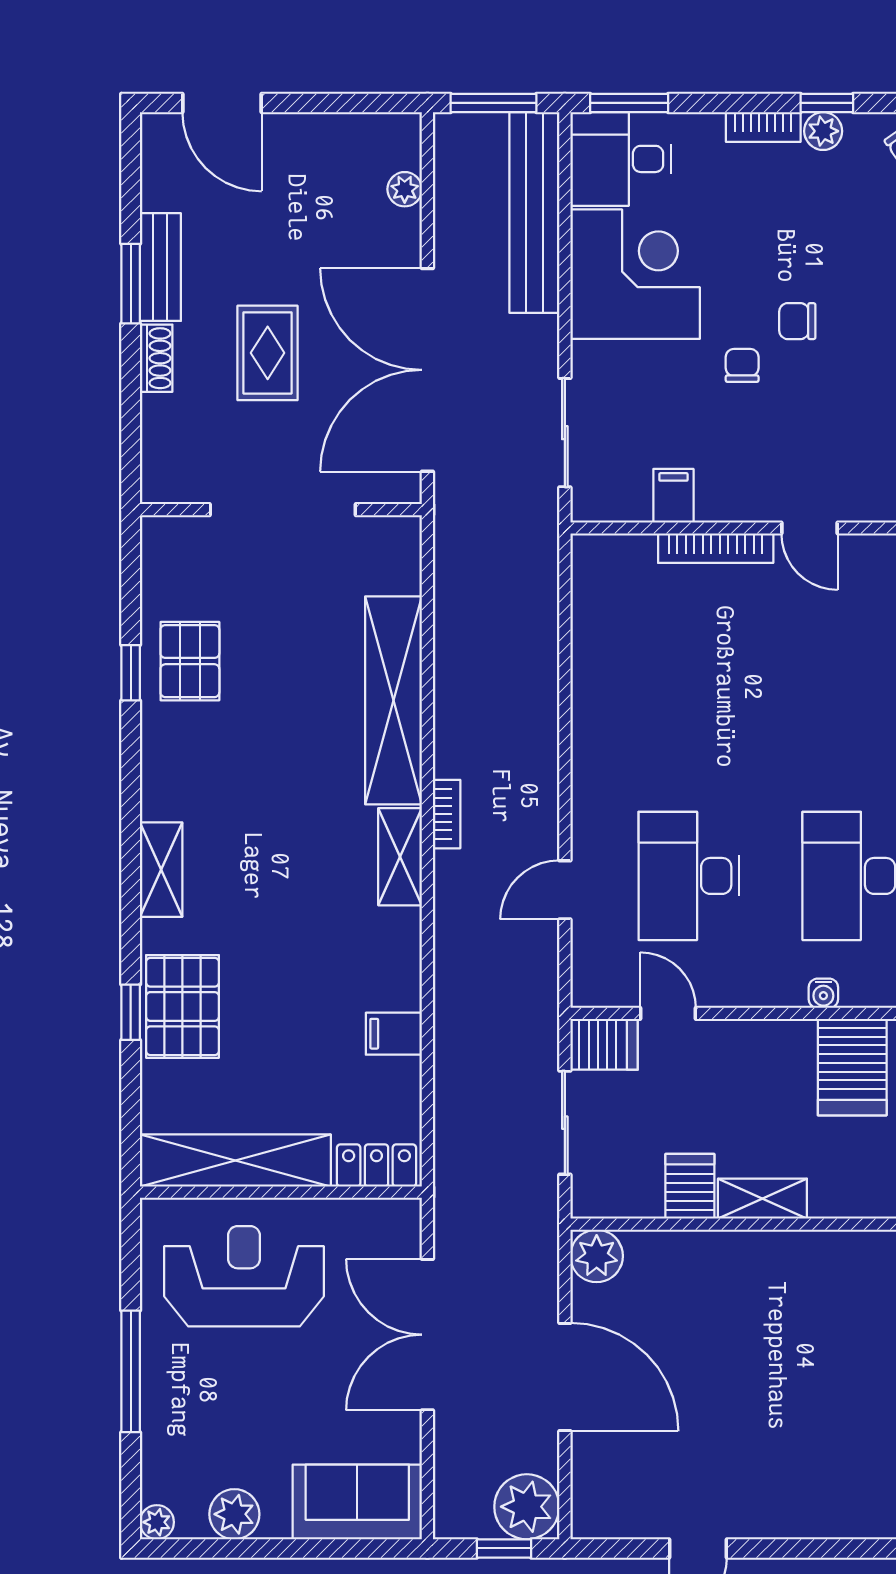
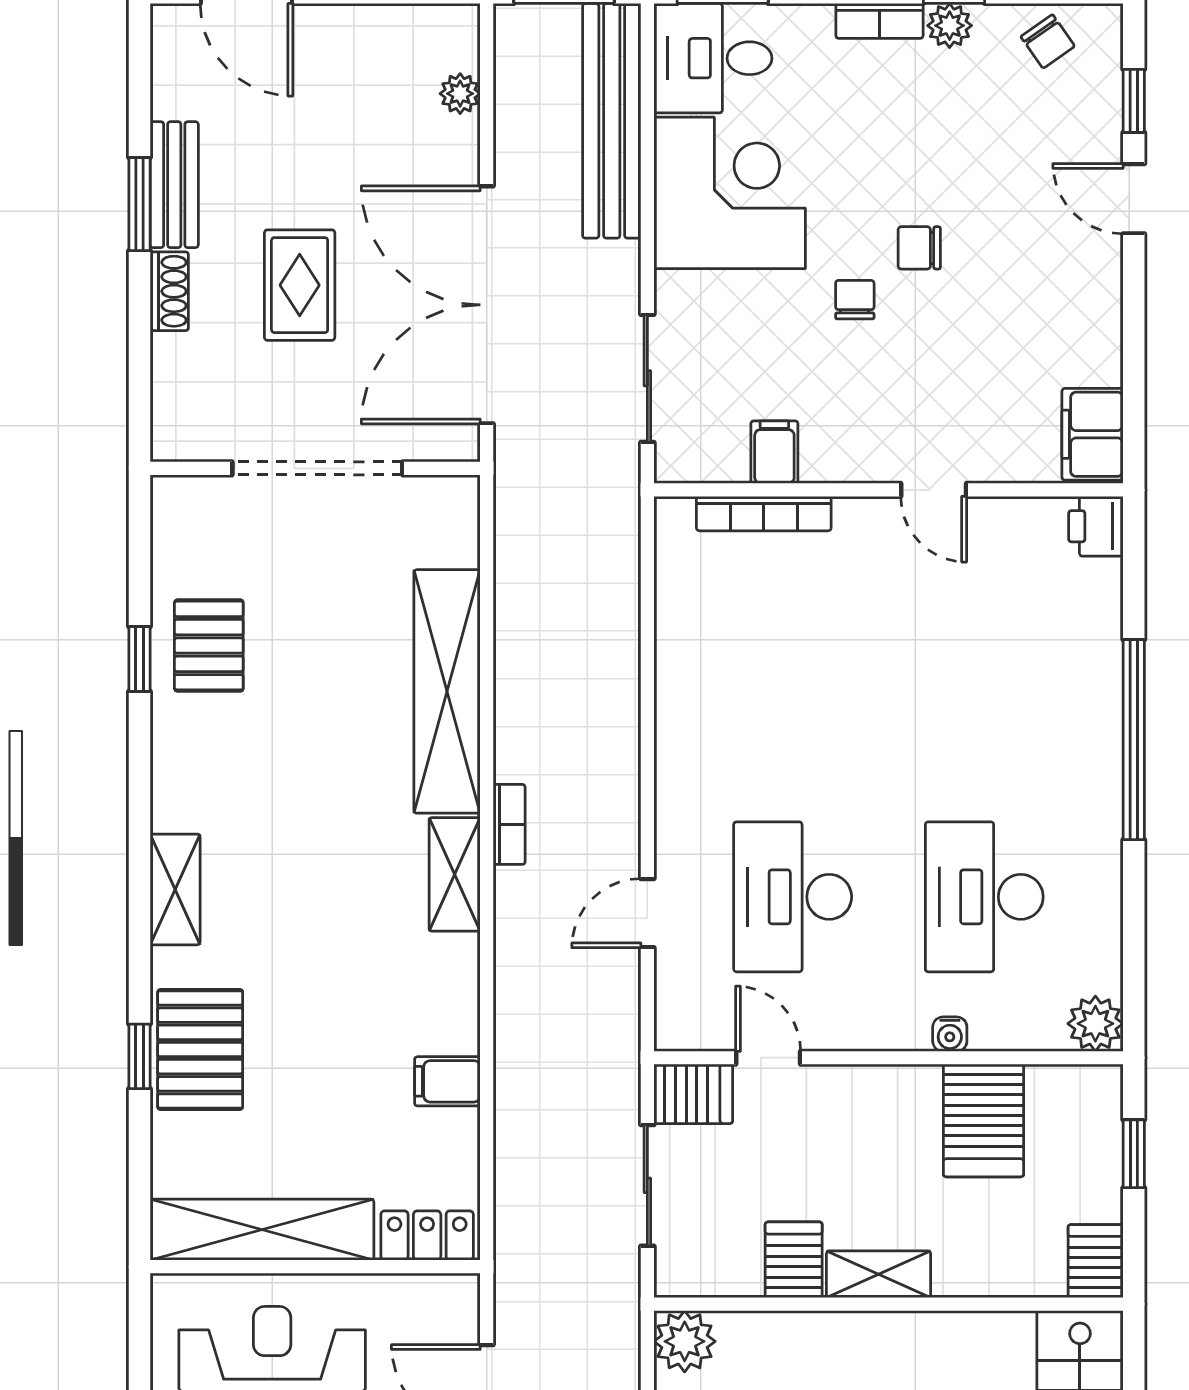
bookcase: (716, 548) -> (764, 514), moved

